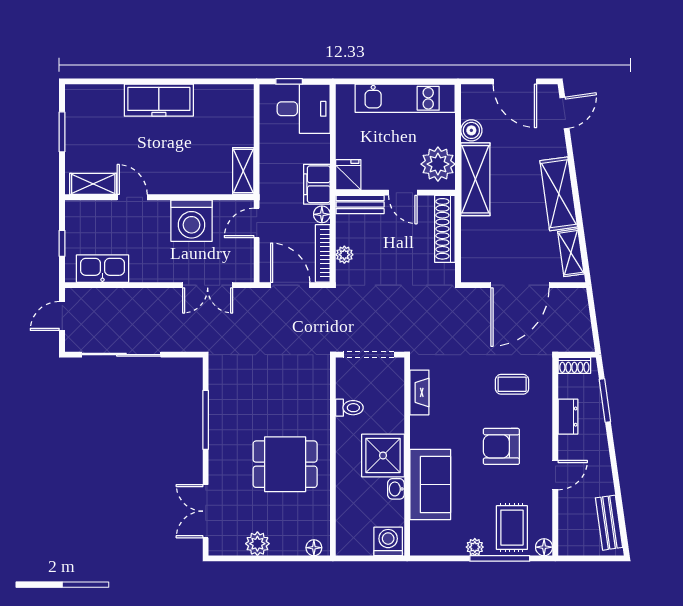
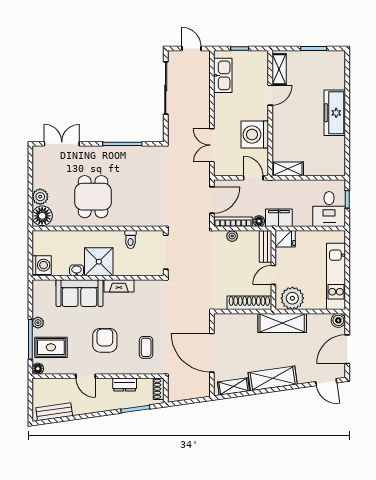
boiler: (471, 130) -> (338, 320), moved
fireplace: (419, 392) -> (119, 286), moved
plant: (257, 544) -> (40, 197), moved
floor lamp: (314, 548) -> (42, 216), width x1.89, depth x1.89

